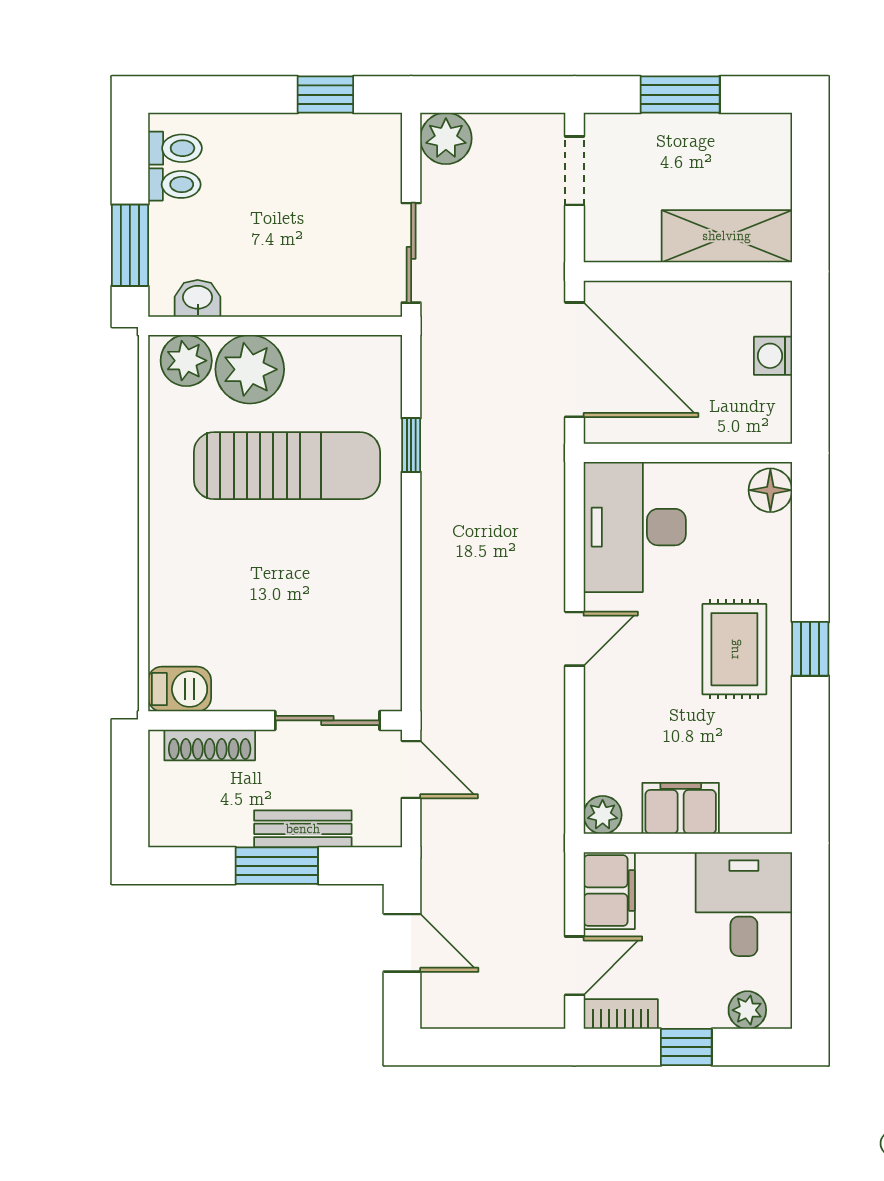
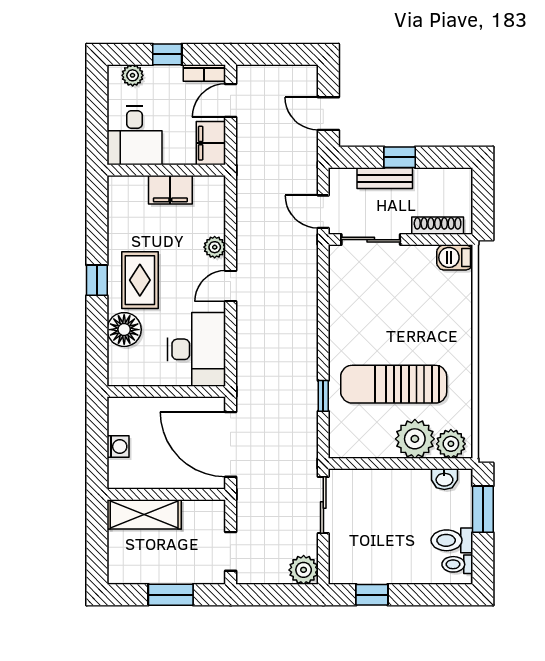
toilet: (174, 184) -> (452, 540), width x1.37, depth x1.39
floor lamp: (770, 490) -> (124, 330), moved, width x1.38, depth x1.38
plant: (603, 815) -> (215, 247), moved
window: (277, 866) -> (400, 157), width x0.67

